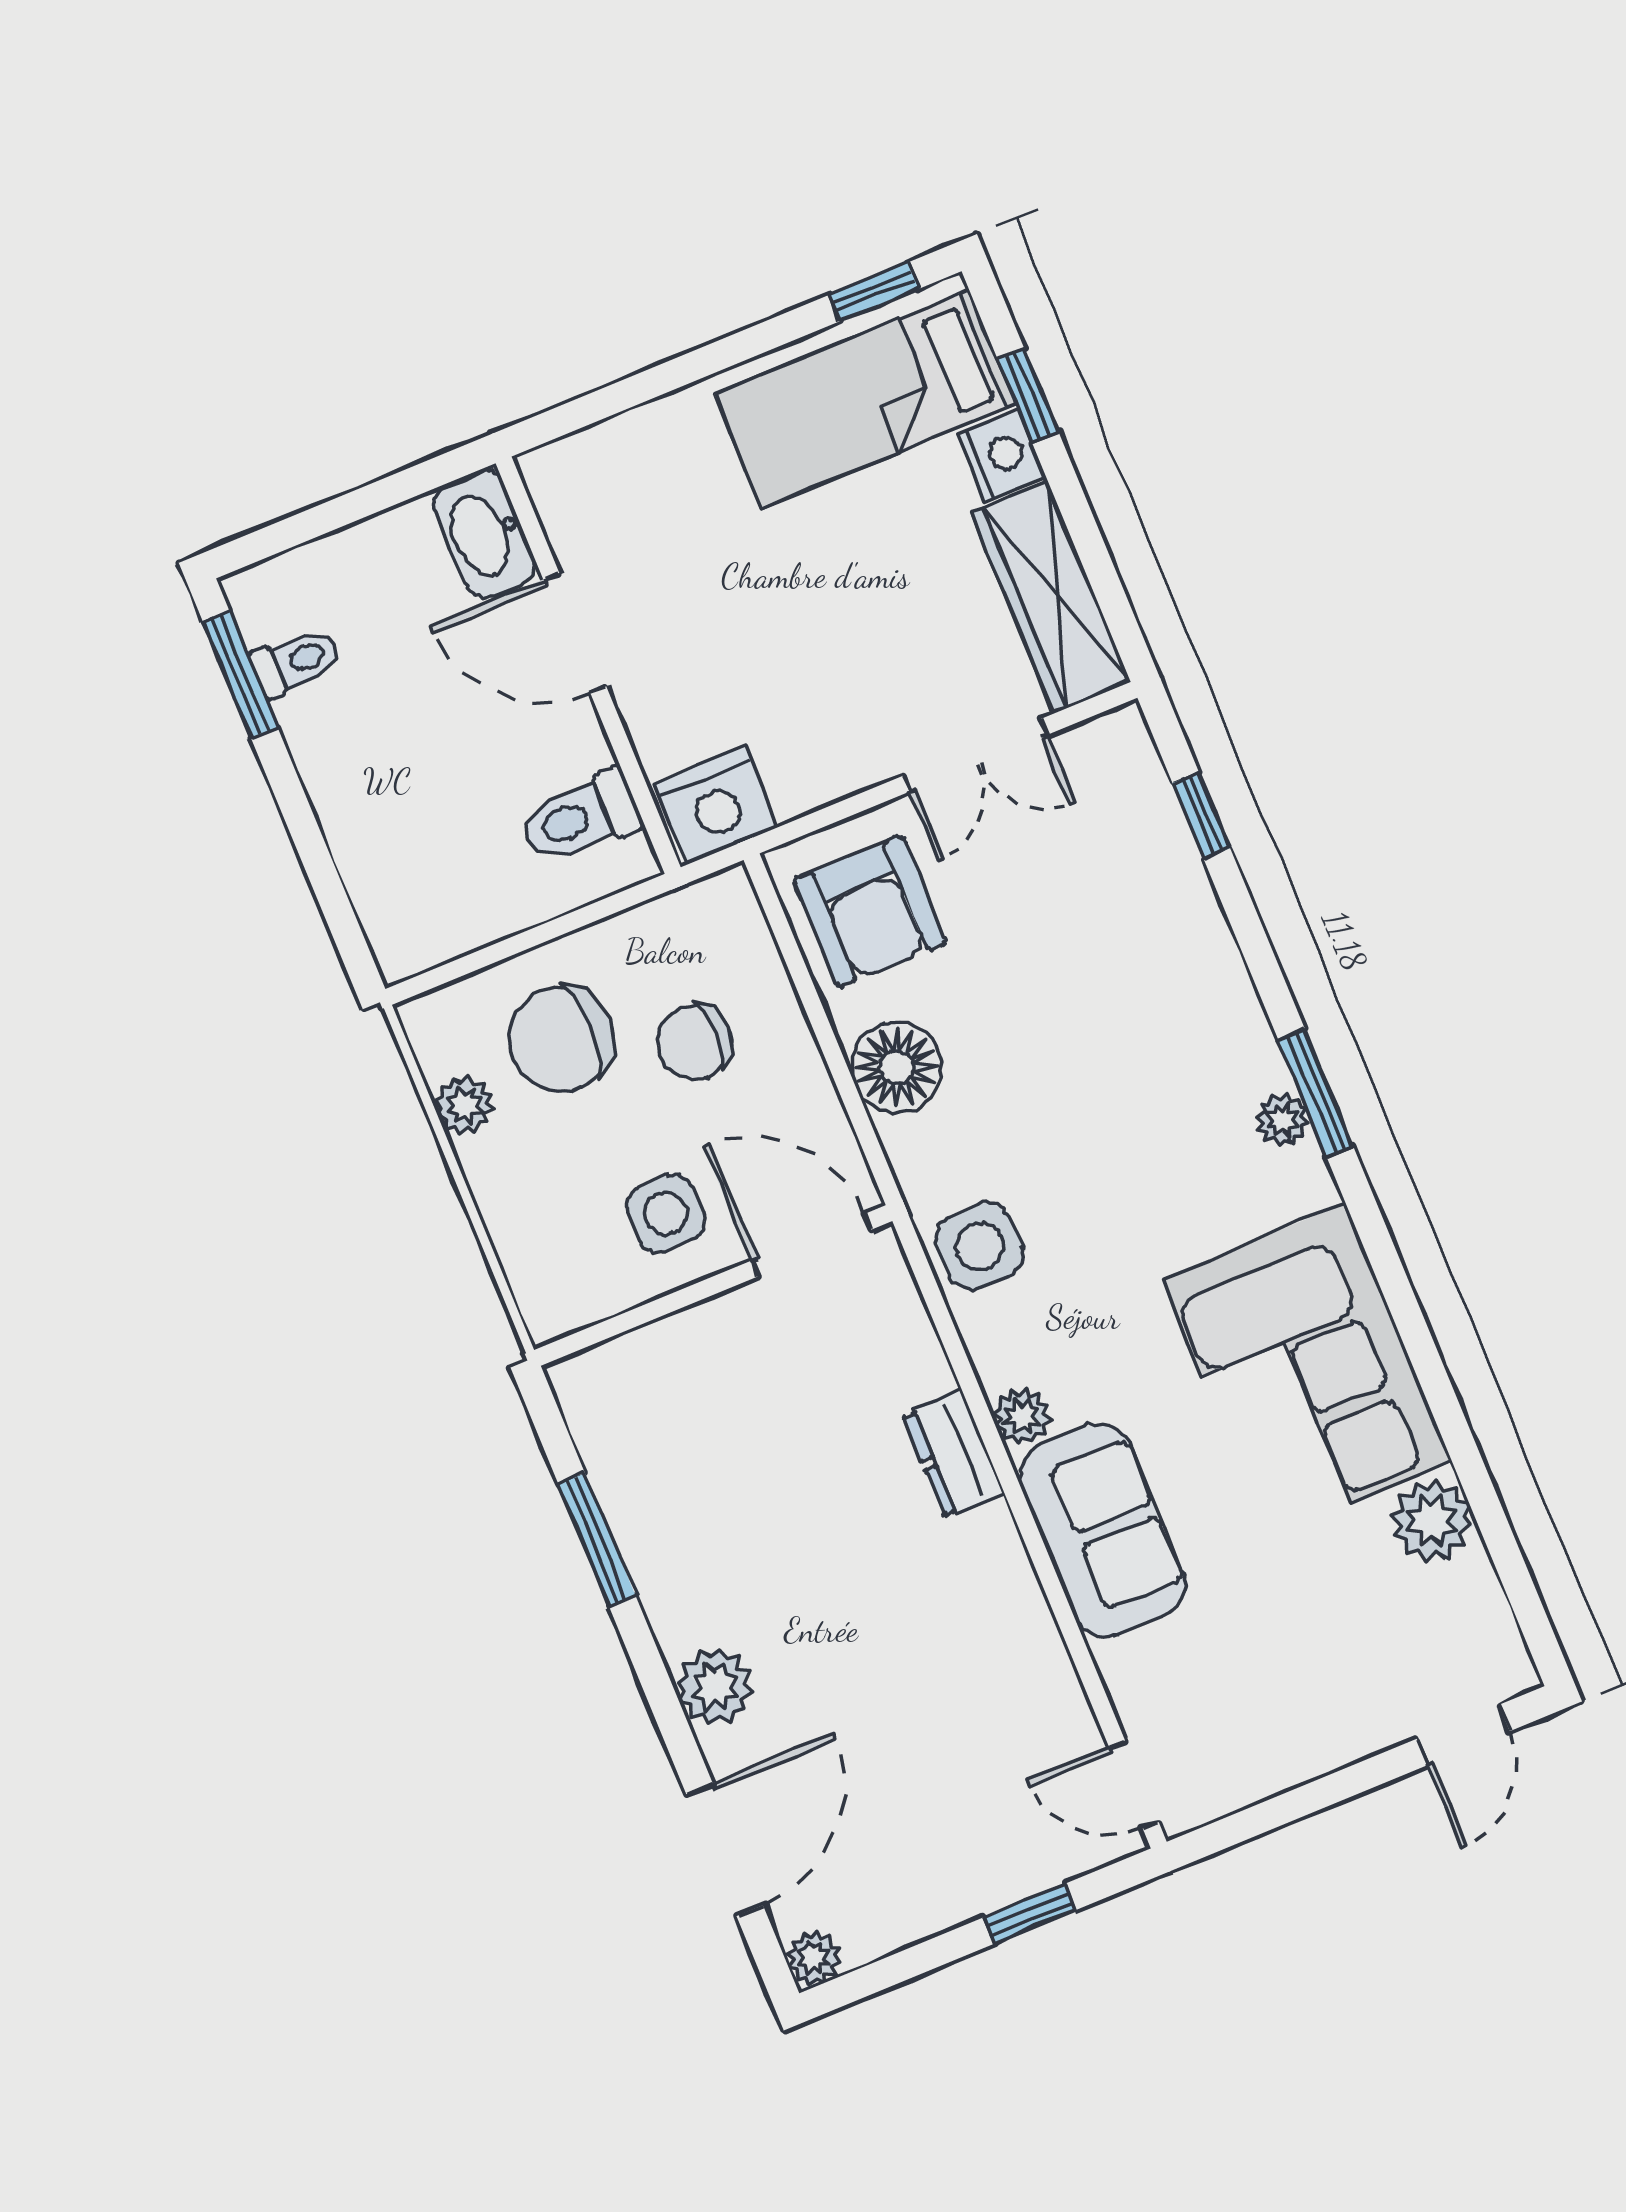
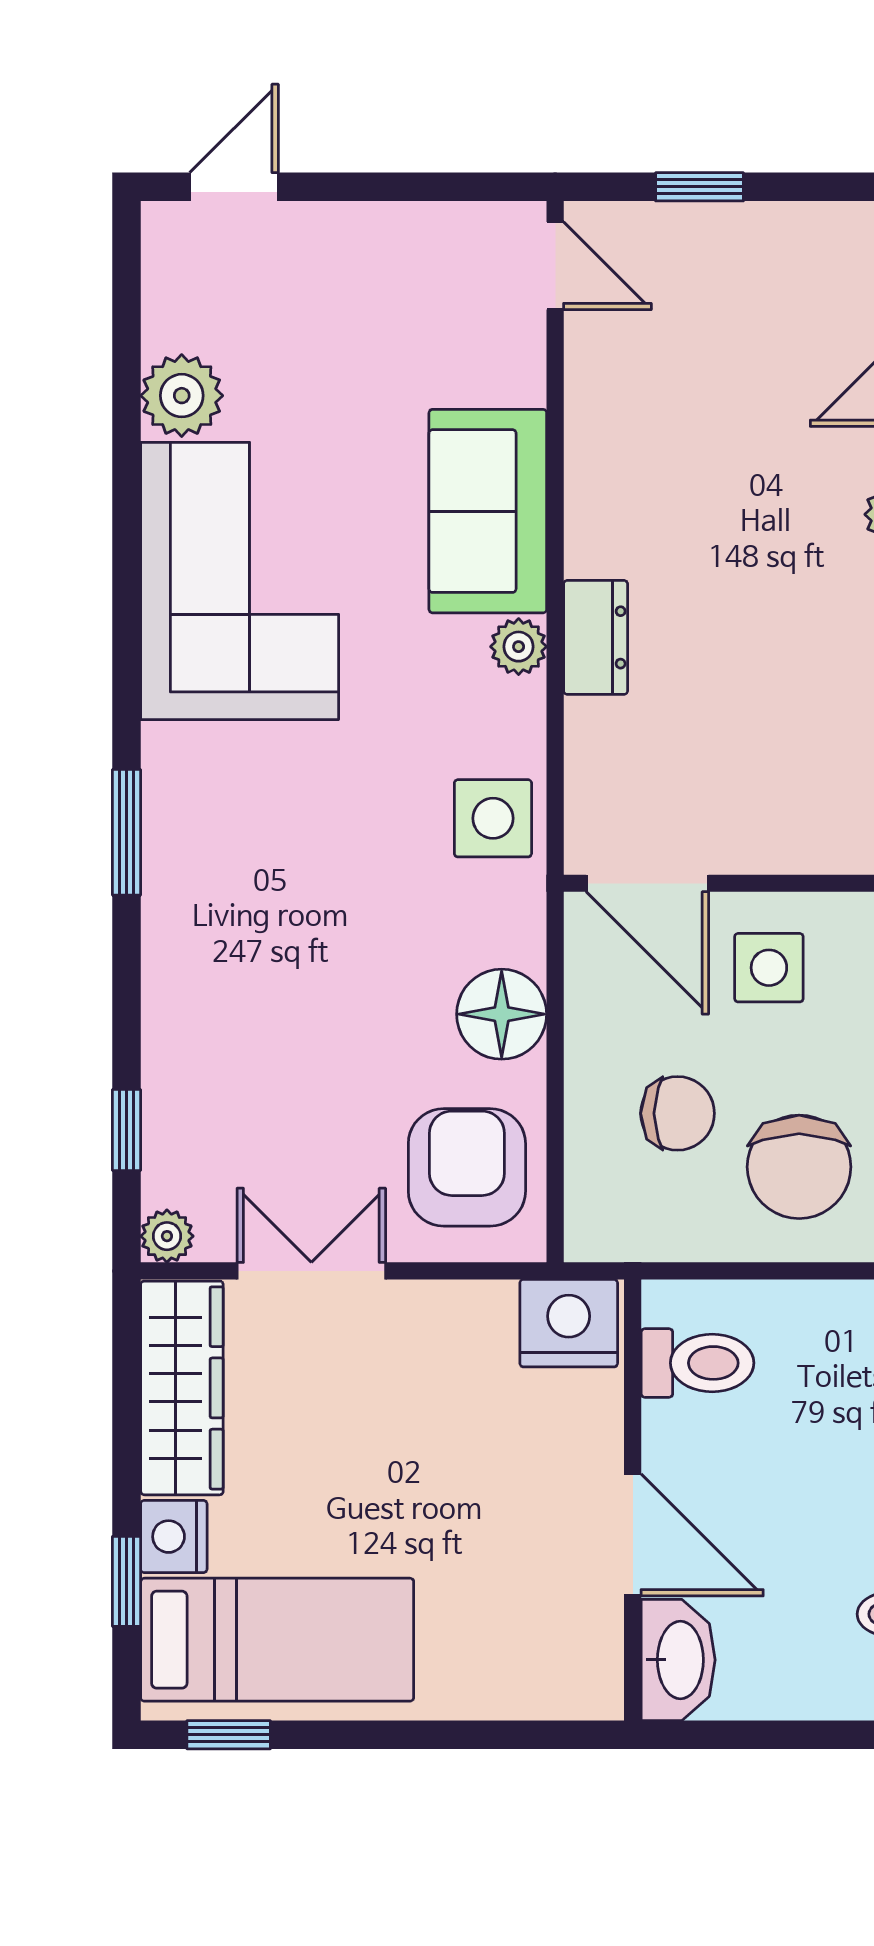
chair: (561, 1039) -> (799, 1167), turned 90
plant: (1283, 1120) -> (167, 1236), moved

